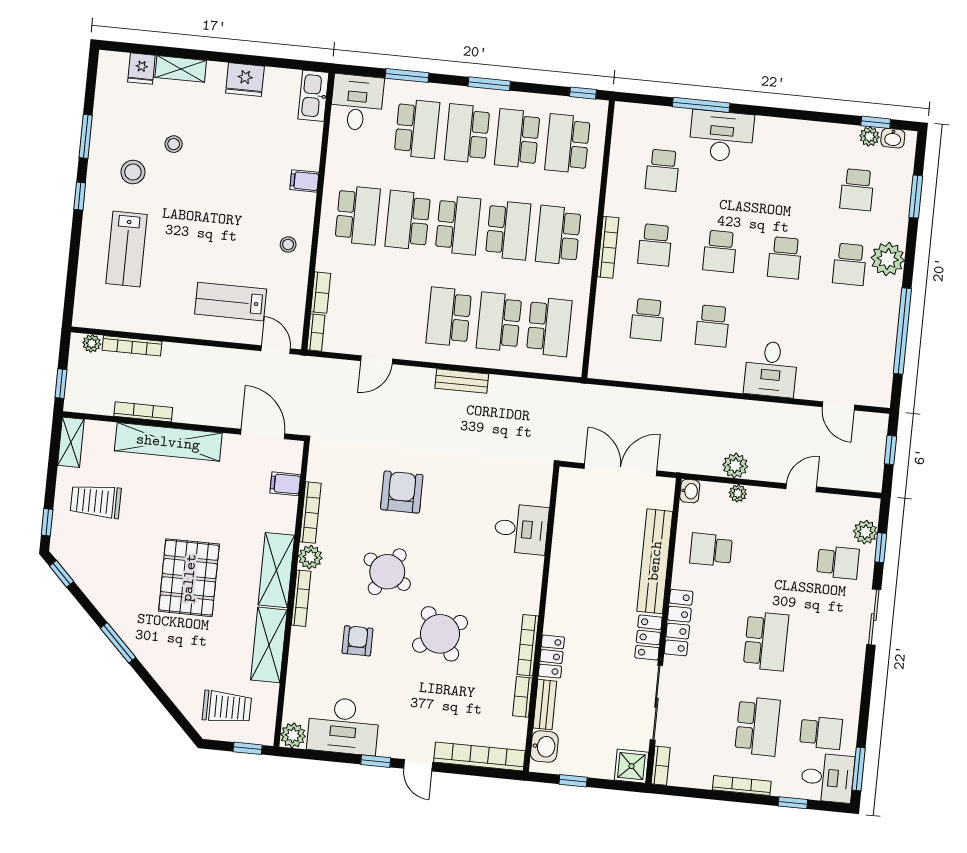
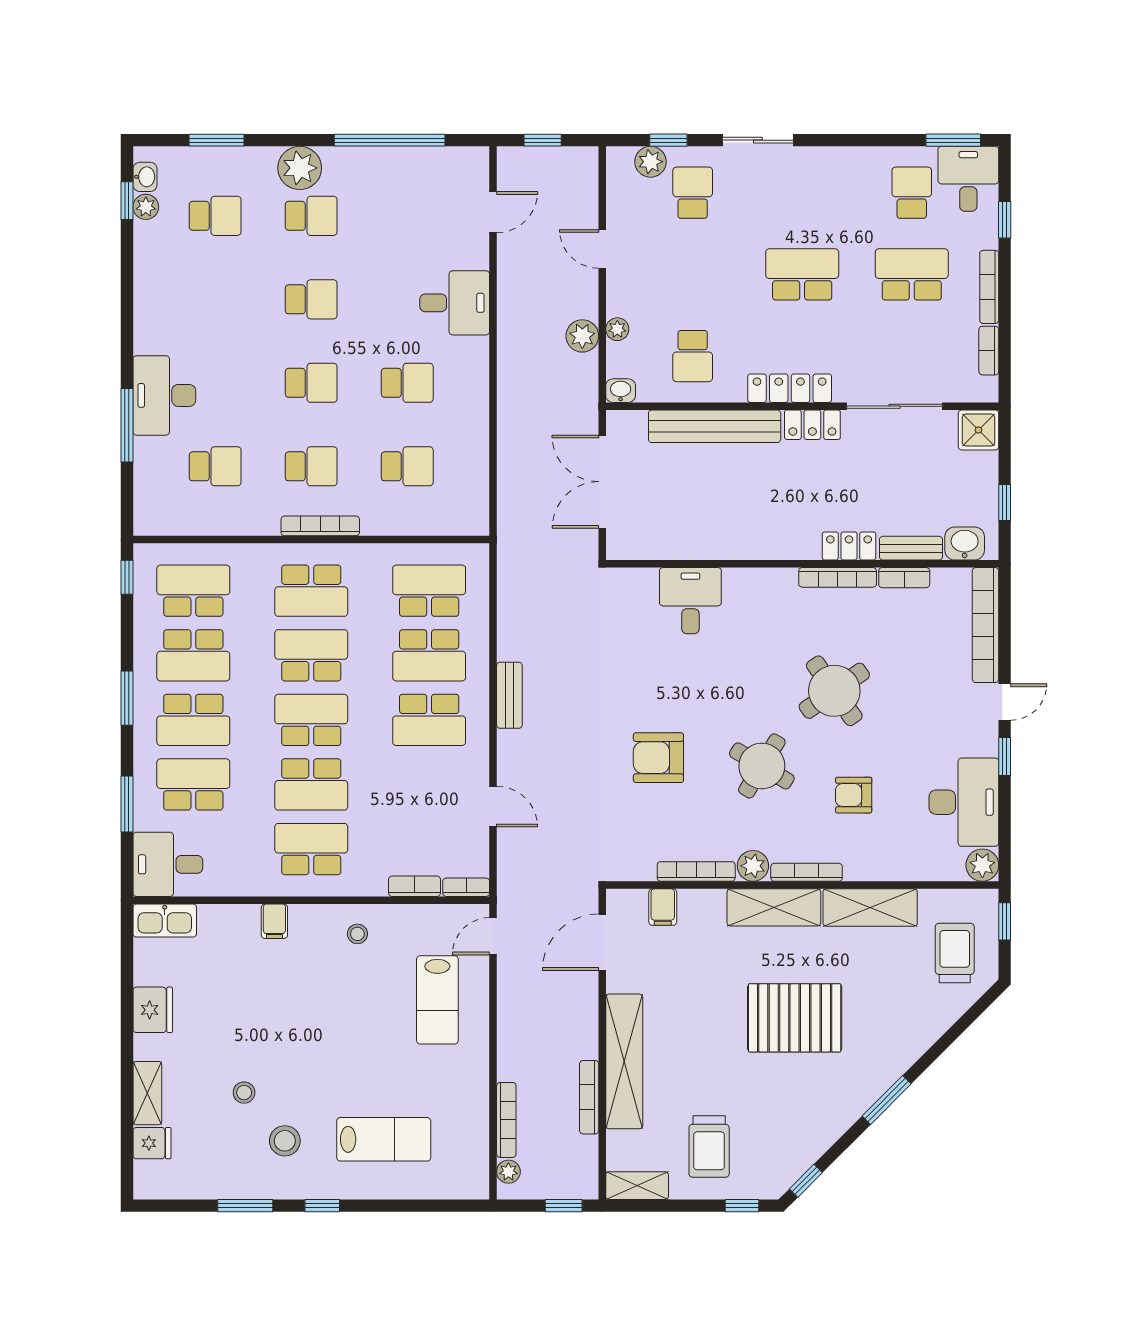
school desk: (567, 144) -> (193, 591), turned 180
bookcase: (661, 766) -> (989, 351), moved, turned -90

